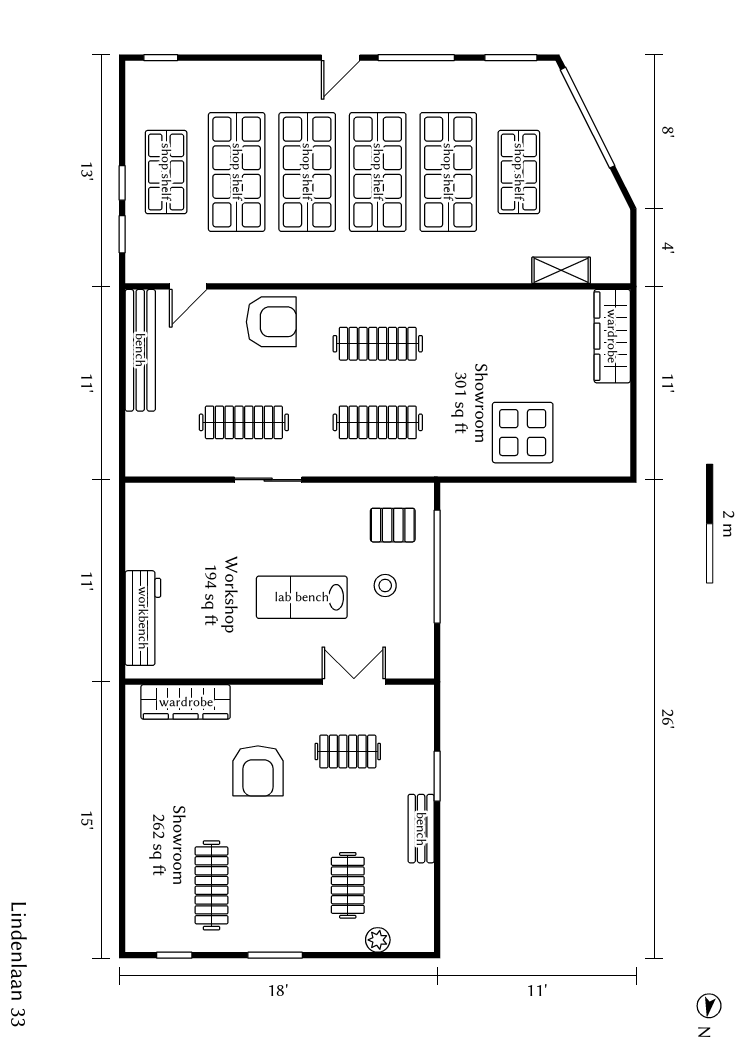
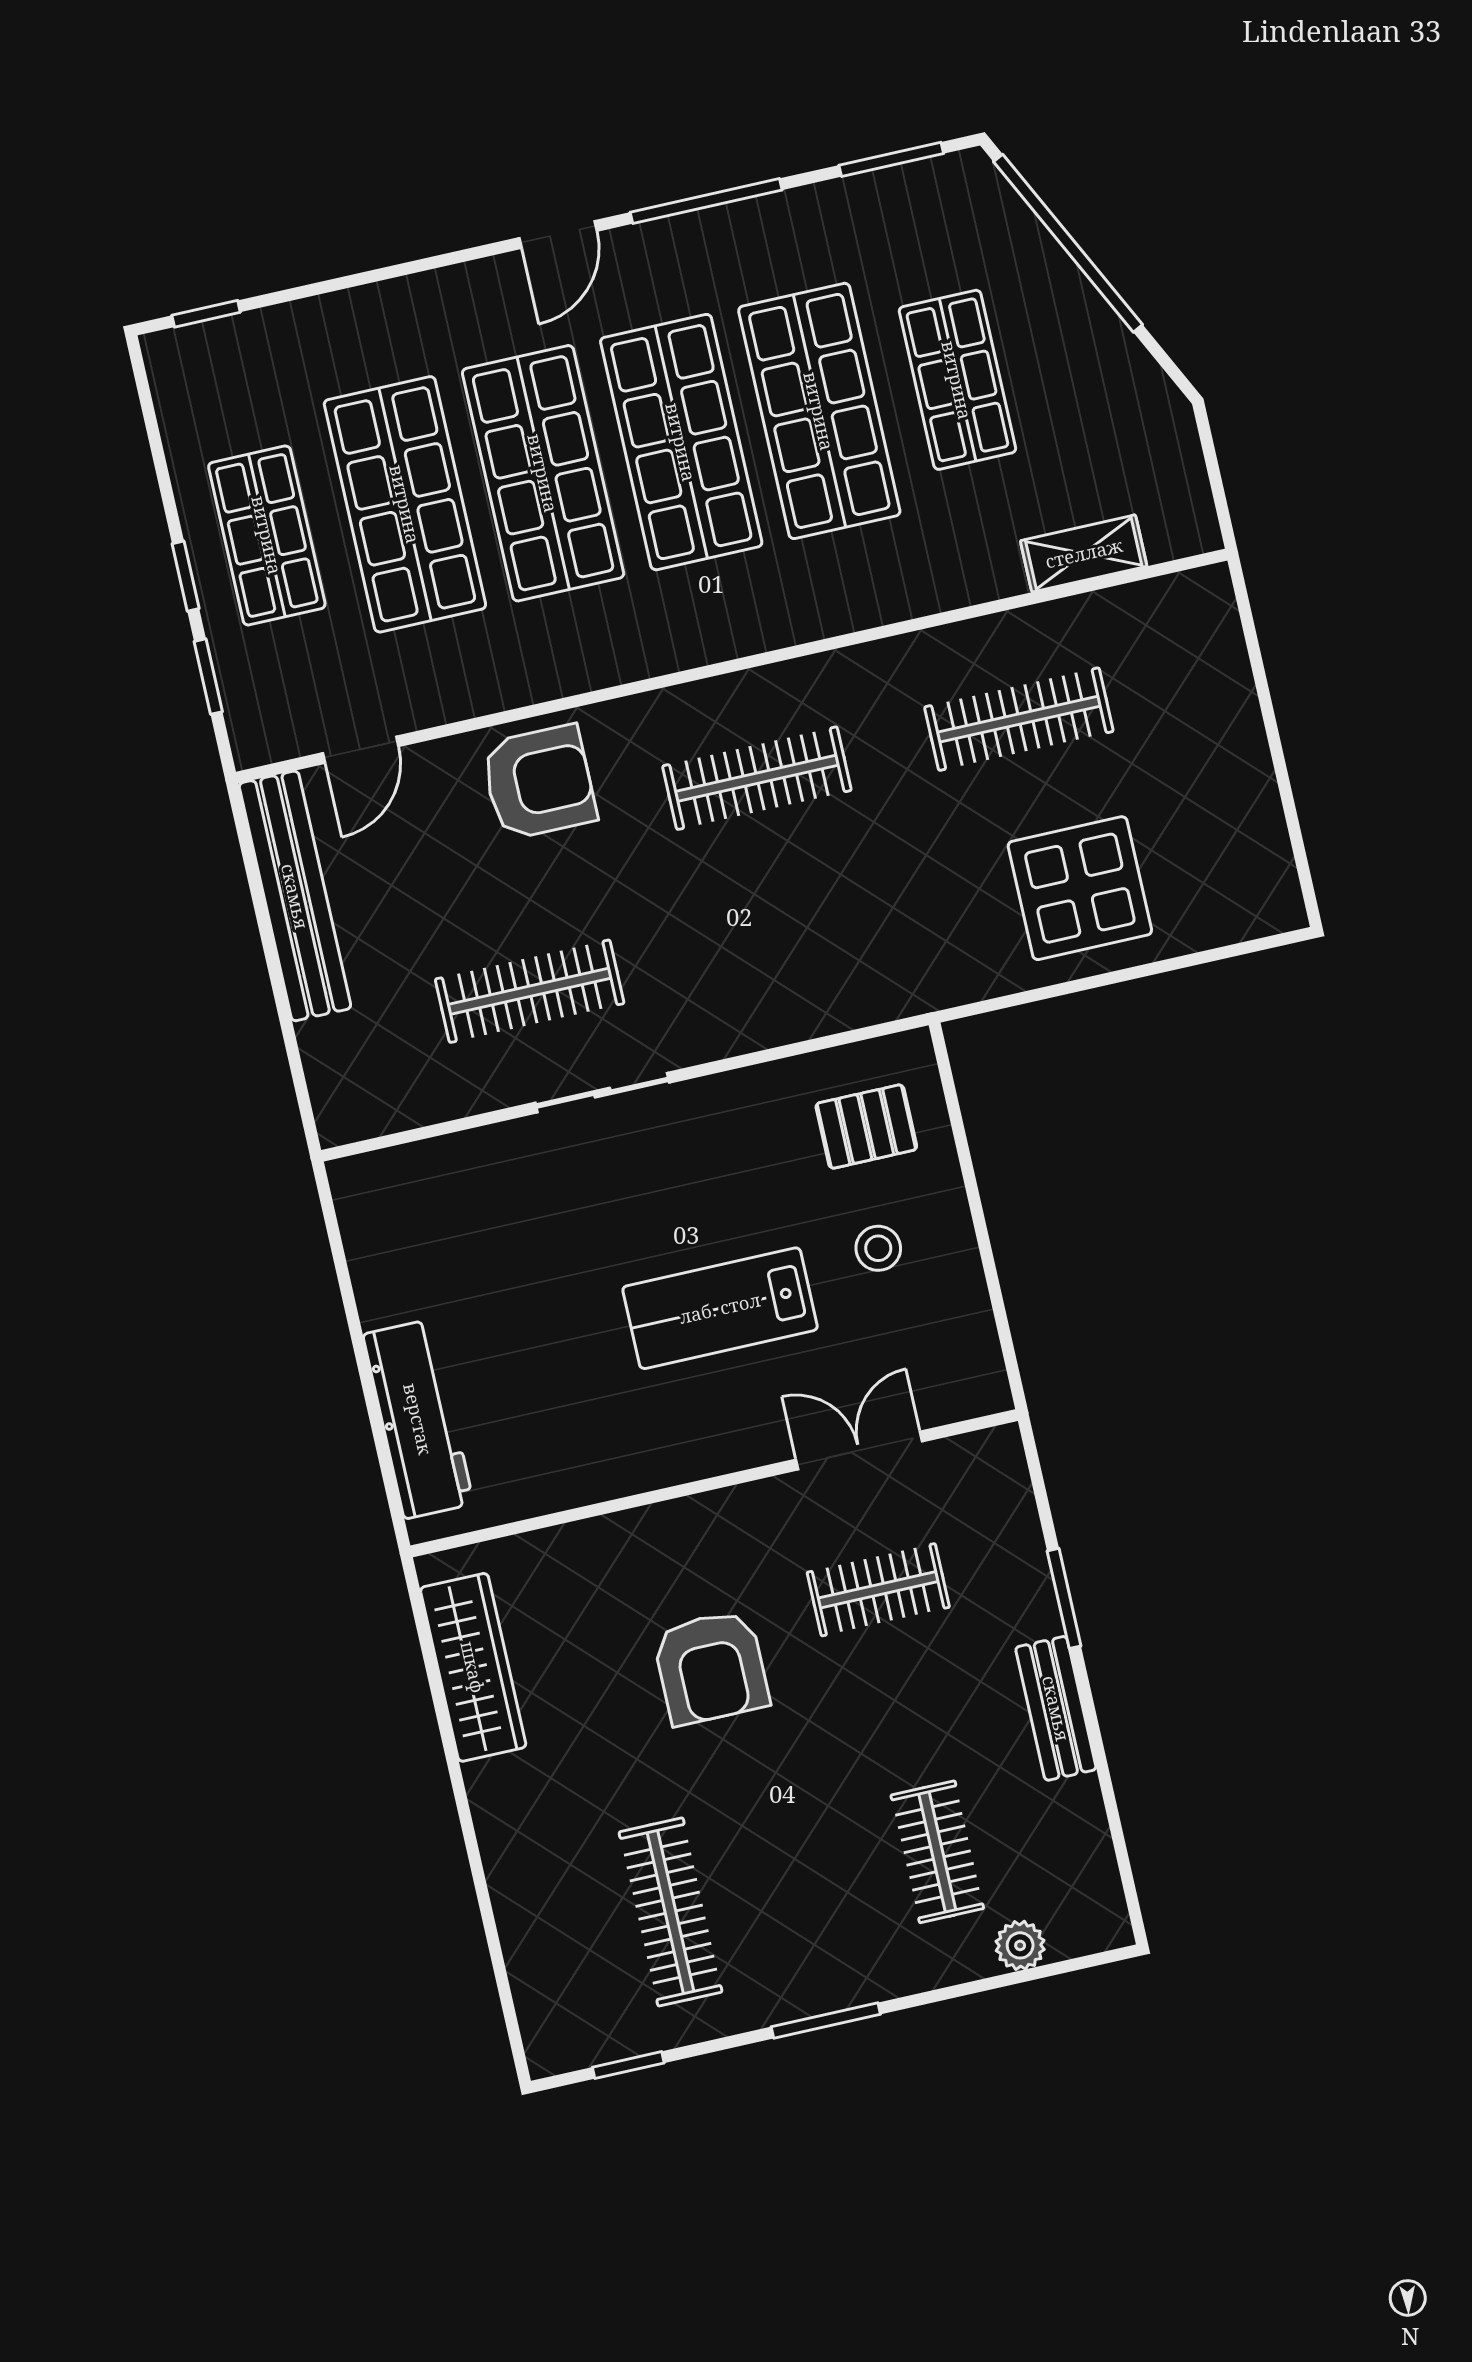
wardrobe: (612, 336) -> (1213, 660), removed
clothes rail: (378, 422) -> (1019, 719), moved
window: (437, 567) -> (972, 1188), removed
wardrobe: (186, 702) -> (473, 1667), moved, turned -90

